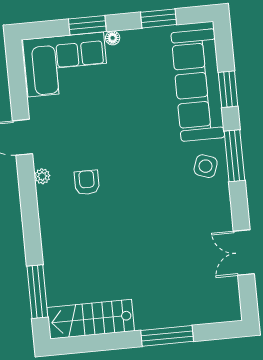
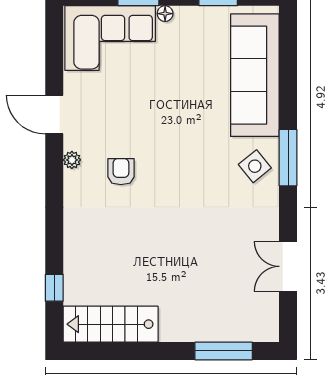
window: (228, 89) -> (288, 83), removed
side table: (206, 166) -> (255, 166), turned 32
window: (37, 292) -> (54, 288), width x0.46
window: (167, 336) -> (224, 351), moved

